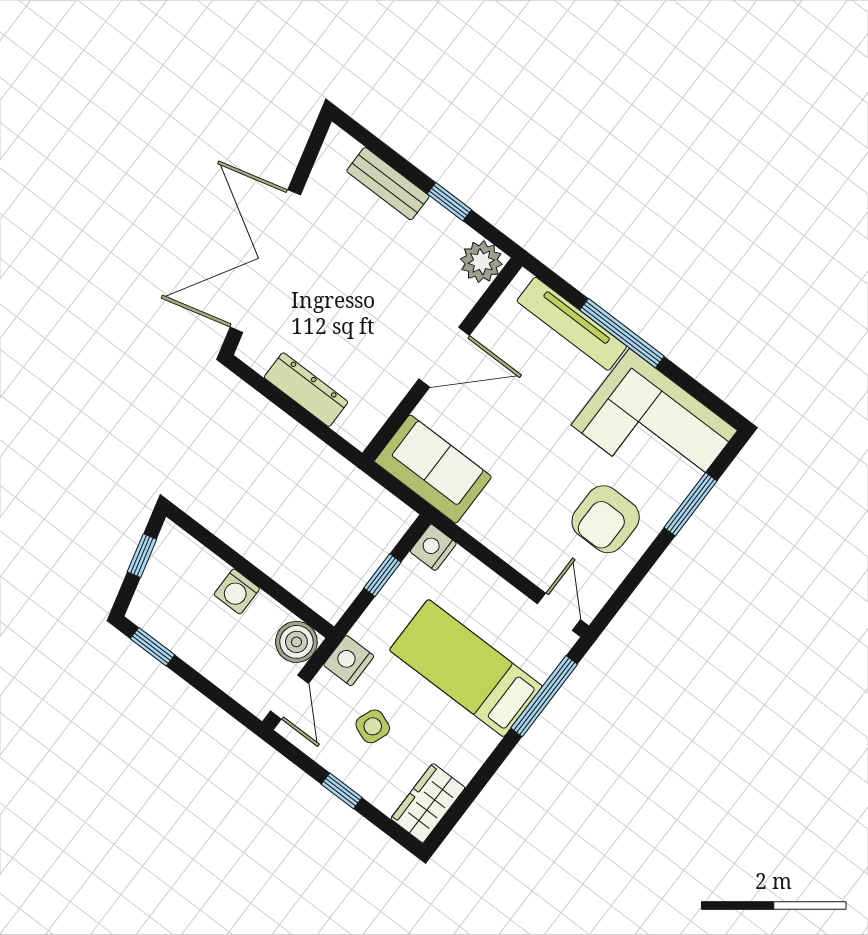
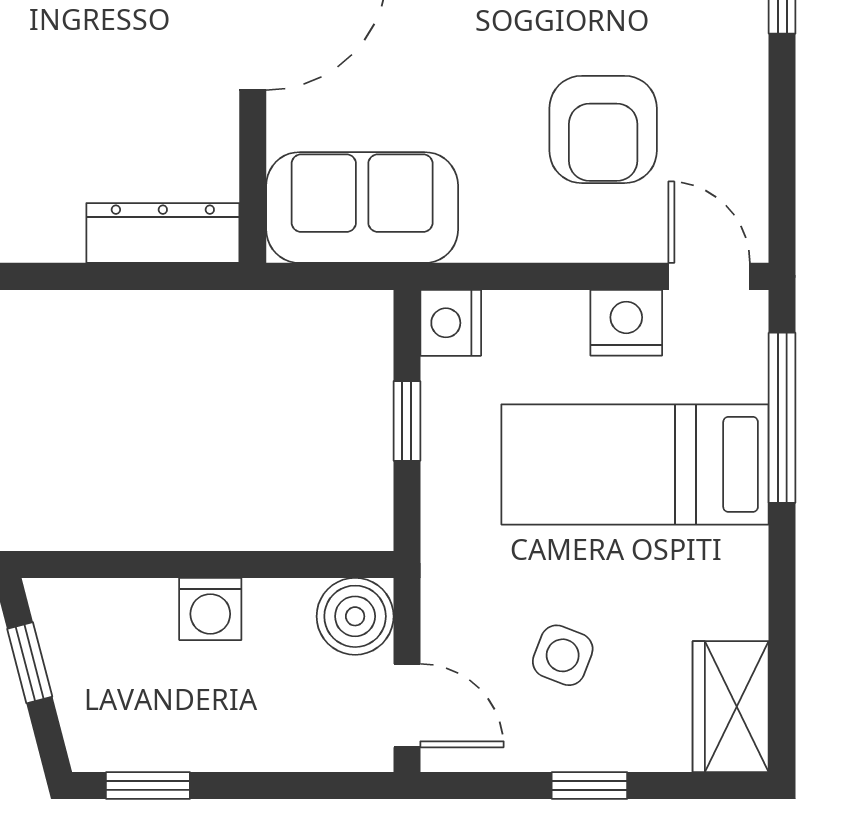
dresser: (306, 390) -> (163, 233), moved
armchair: (606, 519) -> (603, 129), moved
nightstand: (349, 661) -> (626, 323), moved, turned 90

